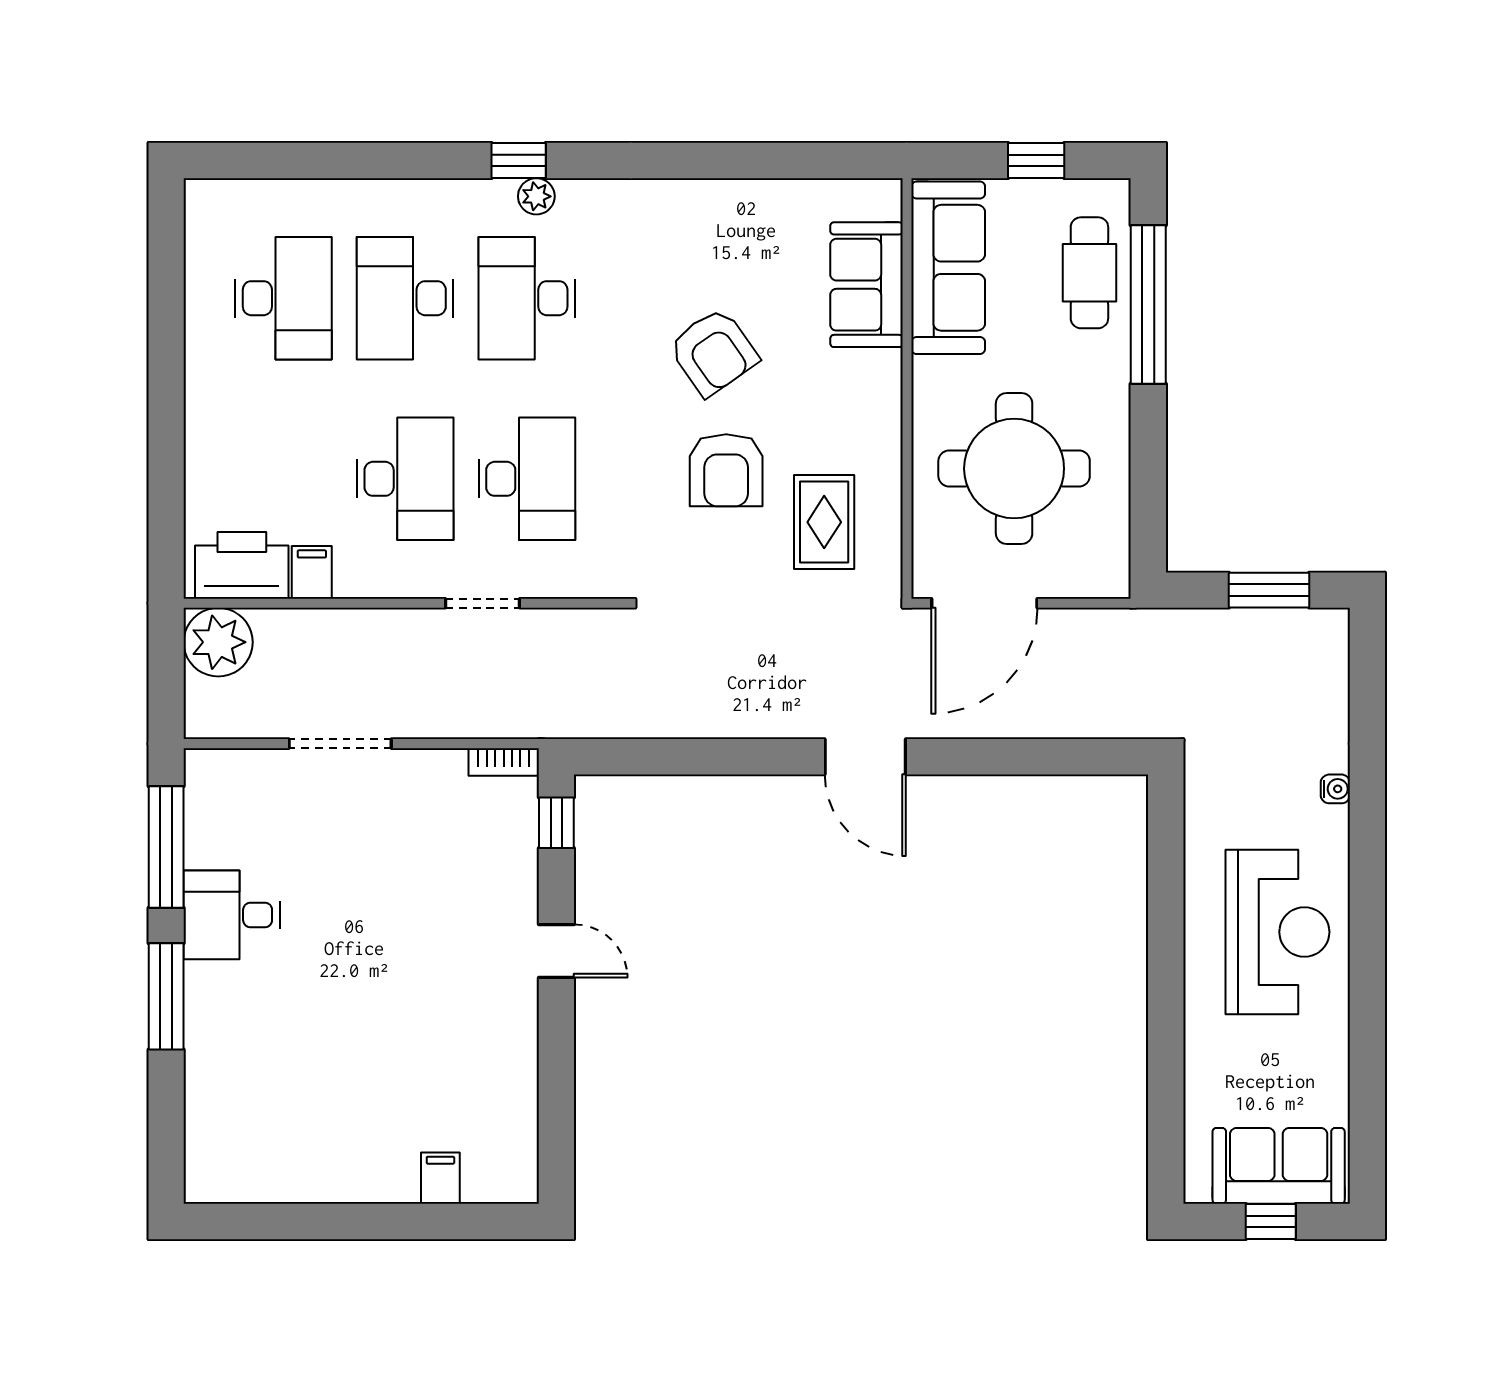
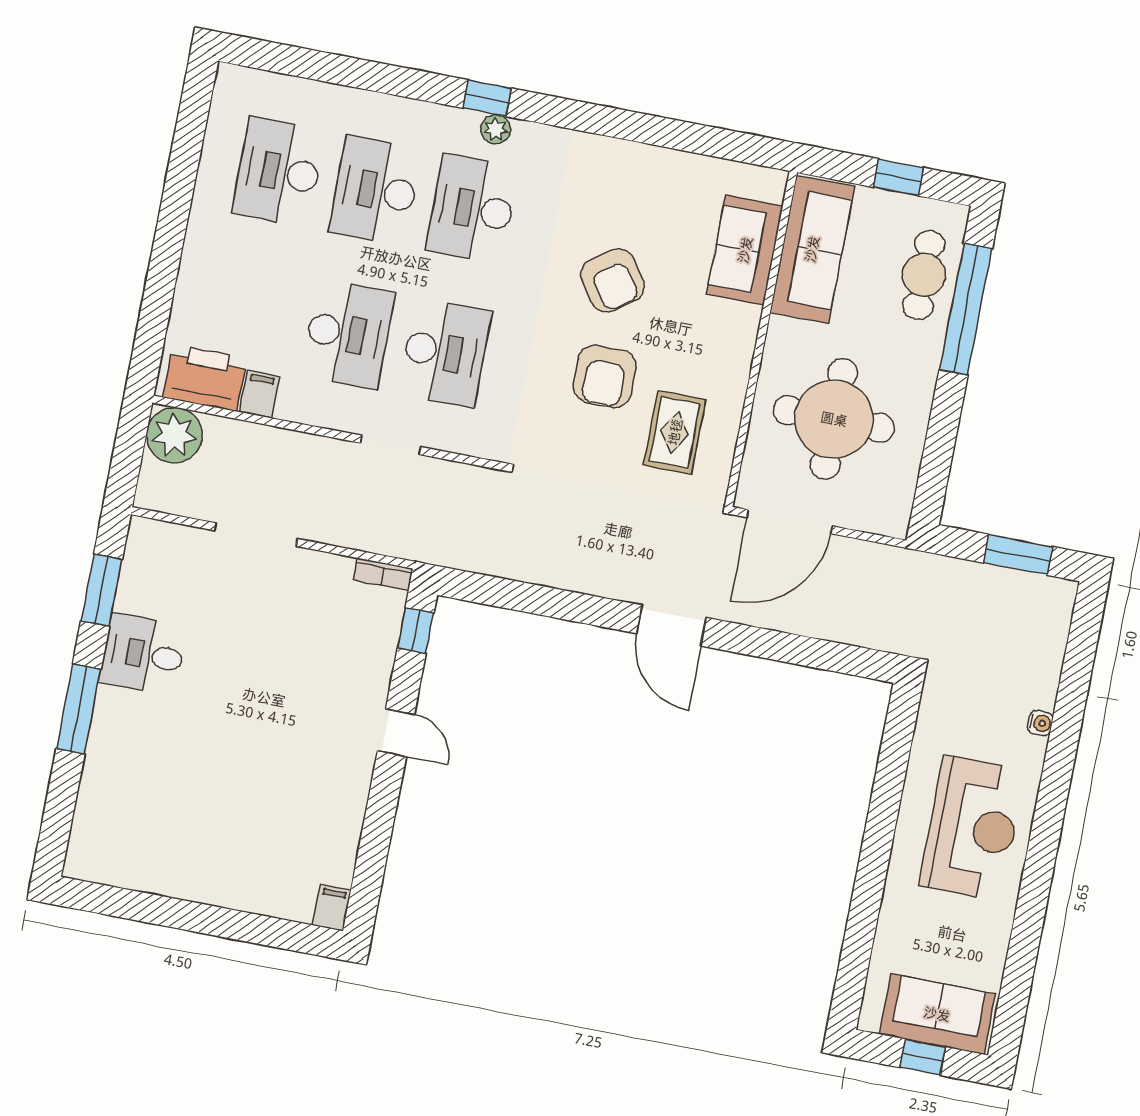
desk: (283, 298) -> (279, 172), turned 180
window: (166, 847) -> (102, 590), width x0.69
filing cabinet: (440, 1178) -> (332, 908), moved

